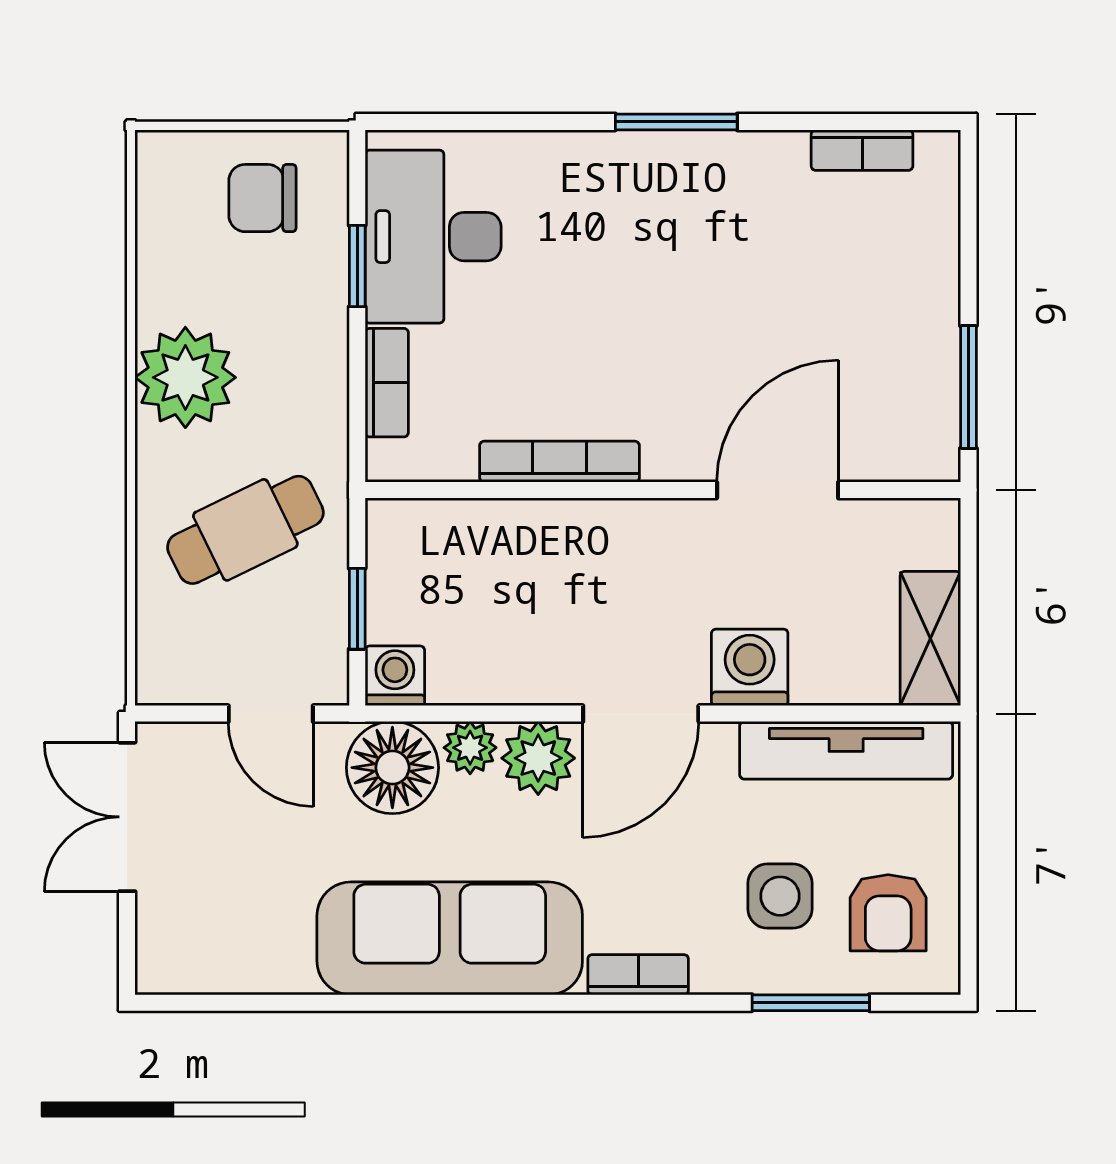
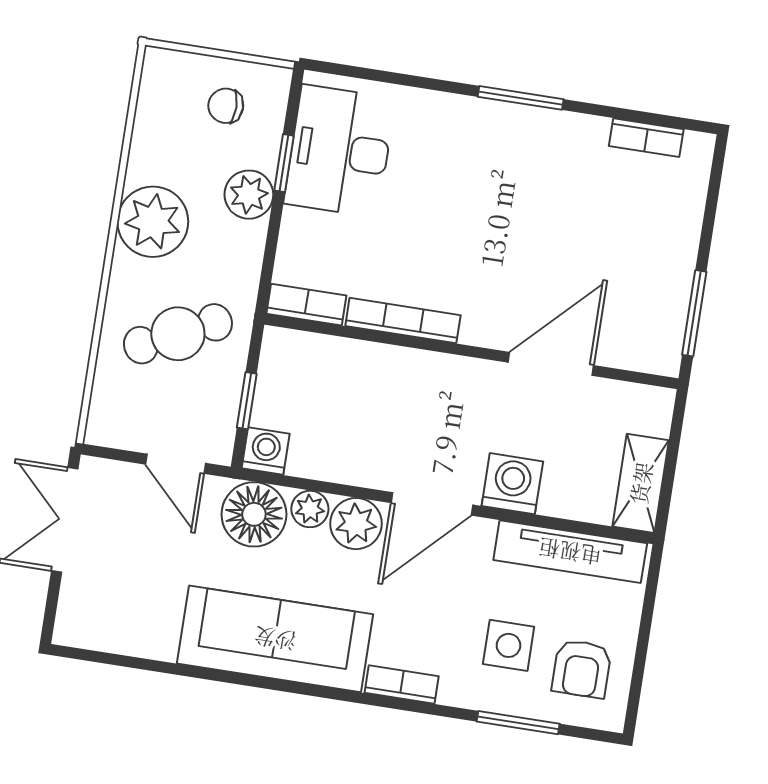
chair: (262, 198) -> (226, 106), width x0.73, depth x0.73
plant: (315, 318) -> (249, 195), added
bookcase: (387, 383) -> (306, 305), moved, turned -90

